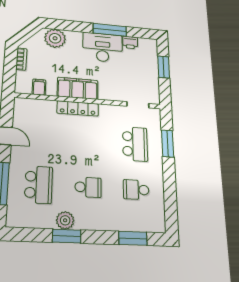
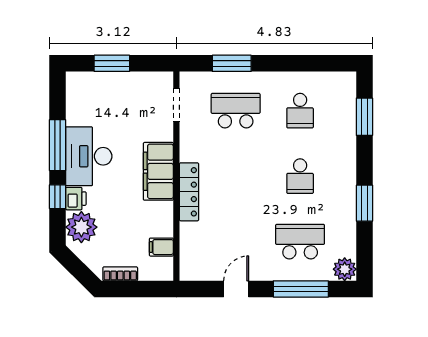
window: (76, 26) -> (58, 197), added
printer: (130, 42) -> (76, 199), moved
filing cabinet: (78, 88) -> (158, 171), moved
school desk: (88, 187) -> (300, 176), turned 180
plant: (65, 220) -> (345, 269), moved

